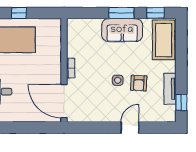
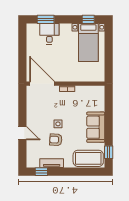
window: (19, 13) -> (109, 50), removed
window: (121, 13) -> (109, 127), removed
door: (64, 101) -> (42, 84), hinge flipped

